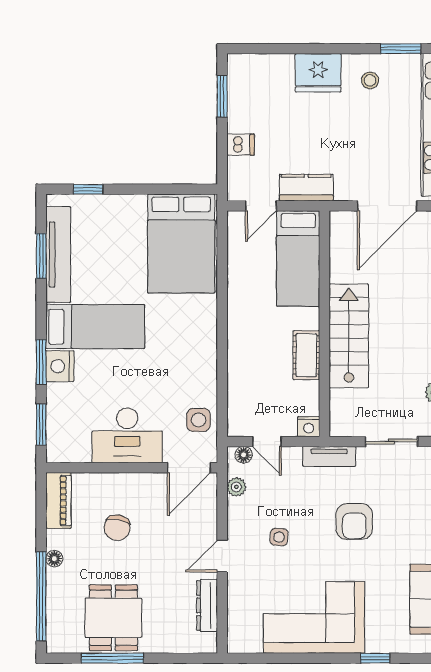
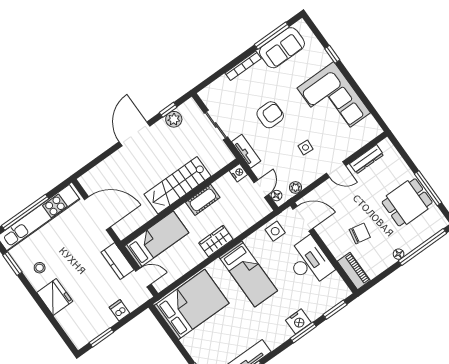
bed: (95, 327) -> (248, 274), moved, turned 180
wardrobe: (241, 334) -> (216, 241), added
piano: (58, 500) -> (354, 271), moved, turned 90

